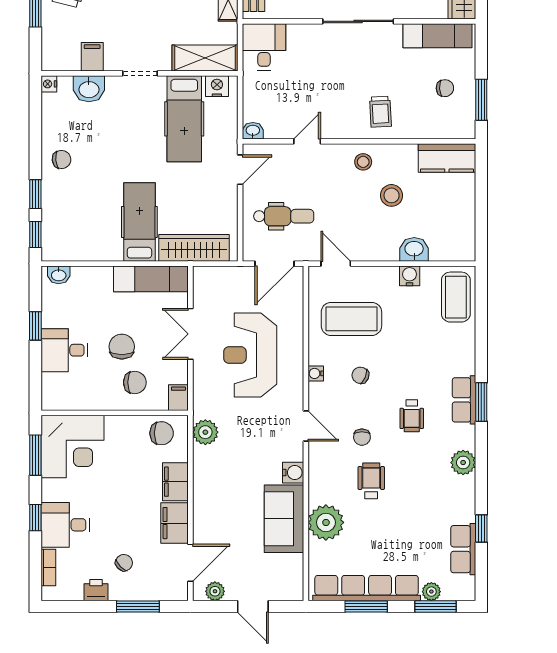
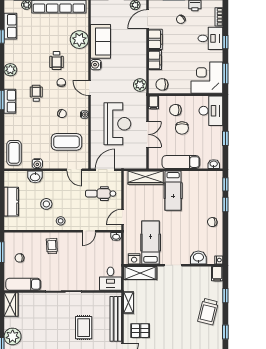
filing cabinet: (92, 57) -> (217, 274), moved
kitchen counter: (447, 158) -> (11, 202), moved, turned 90
exam couch: (151, 279) -> (181, 162), moved
desk: (64, 350) -> (211, 111), moved, width x1.37

